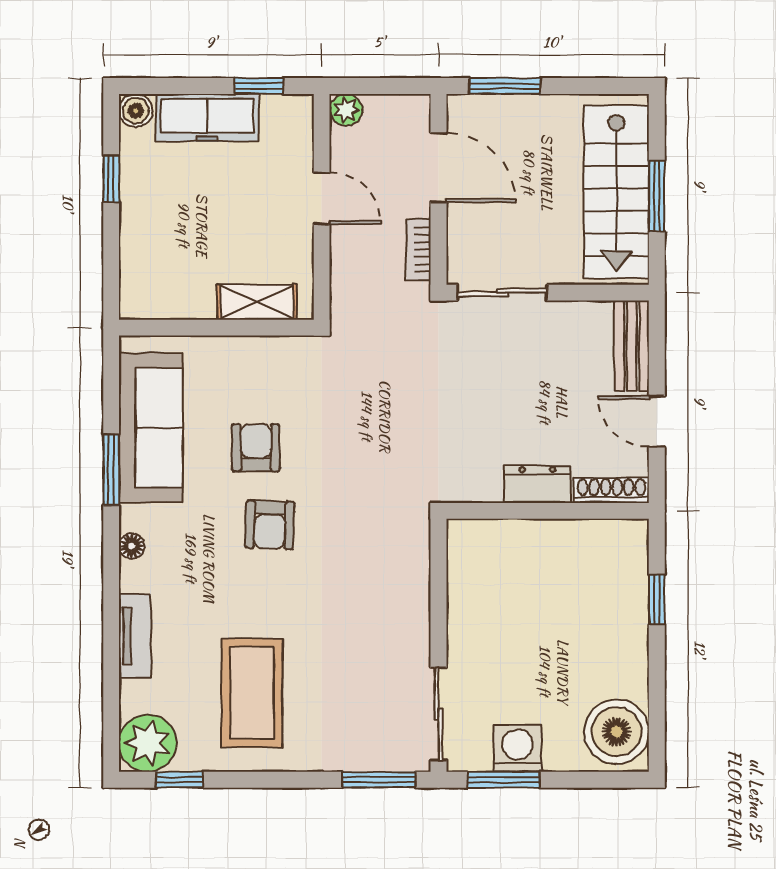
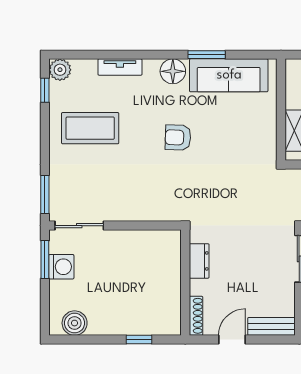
armchair: (256, 448) -> (218, 130), removed
dresser: (537, 484) -> (199, 261), moved
floor lamp: (132, 546) -> (173, 71), width x1.89, depth x1.89
boiler: (617, 732) -> (75, 323), width x0.73, depth x0.73
plant: (148, 743) -> (60, 70), width x0.73, depth x0.73

